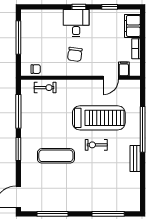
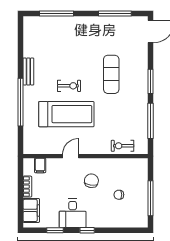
desk: (76, 23) -> (73, 213), moved
chair: (36, 69) -> (119, 195), moved
door: (111, 78) -> (71, 156), moved
treadmill: (99, 118) -> (66, 114), turned 180
exercise mat: (56, 156) -> (111, 74), turned 90

